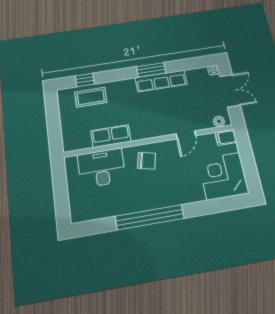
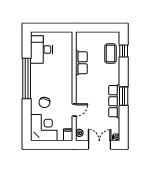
double door: (230, 91) -> (99, 145), swing flipped
door: (186, 135) -> (74, 110), swing flipped
chair: (147, 161) -> (44, 102), moved
desk: (102, 168) -> (41, 49), moved, turned 180

